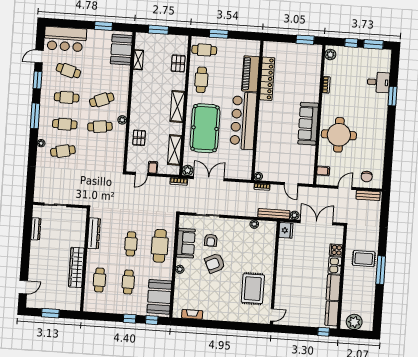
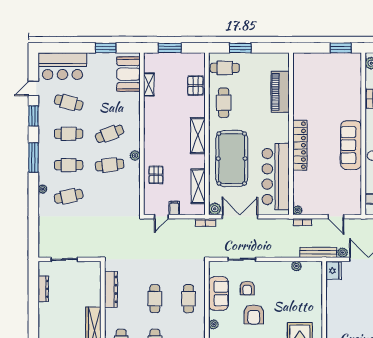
locker: (267, 79) -> (300, 145), moved
bar counter: (243, 121) -> (276, 177), moved
cafe table: (160, 246) -> (189, 299), width x0.73, depth x0.74
armchair: (215, 263) -> (254, 314), turned -65

